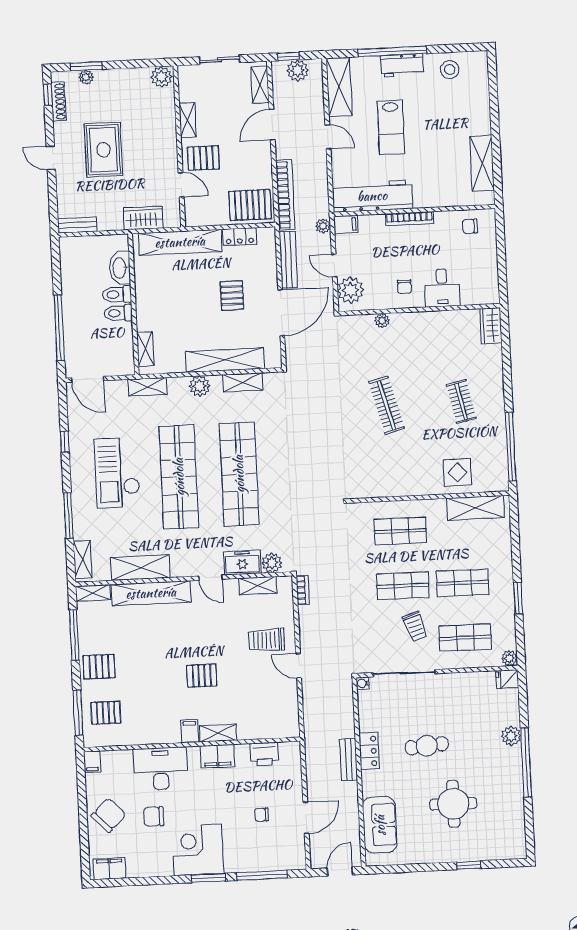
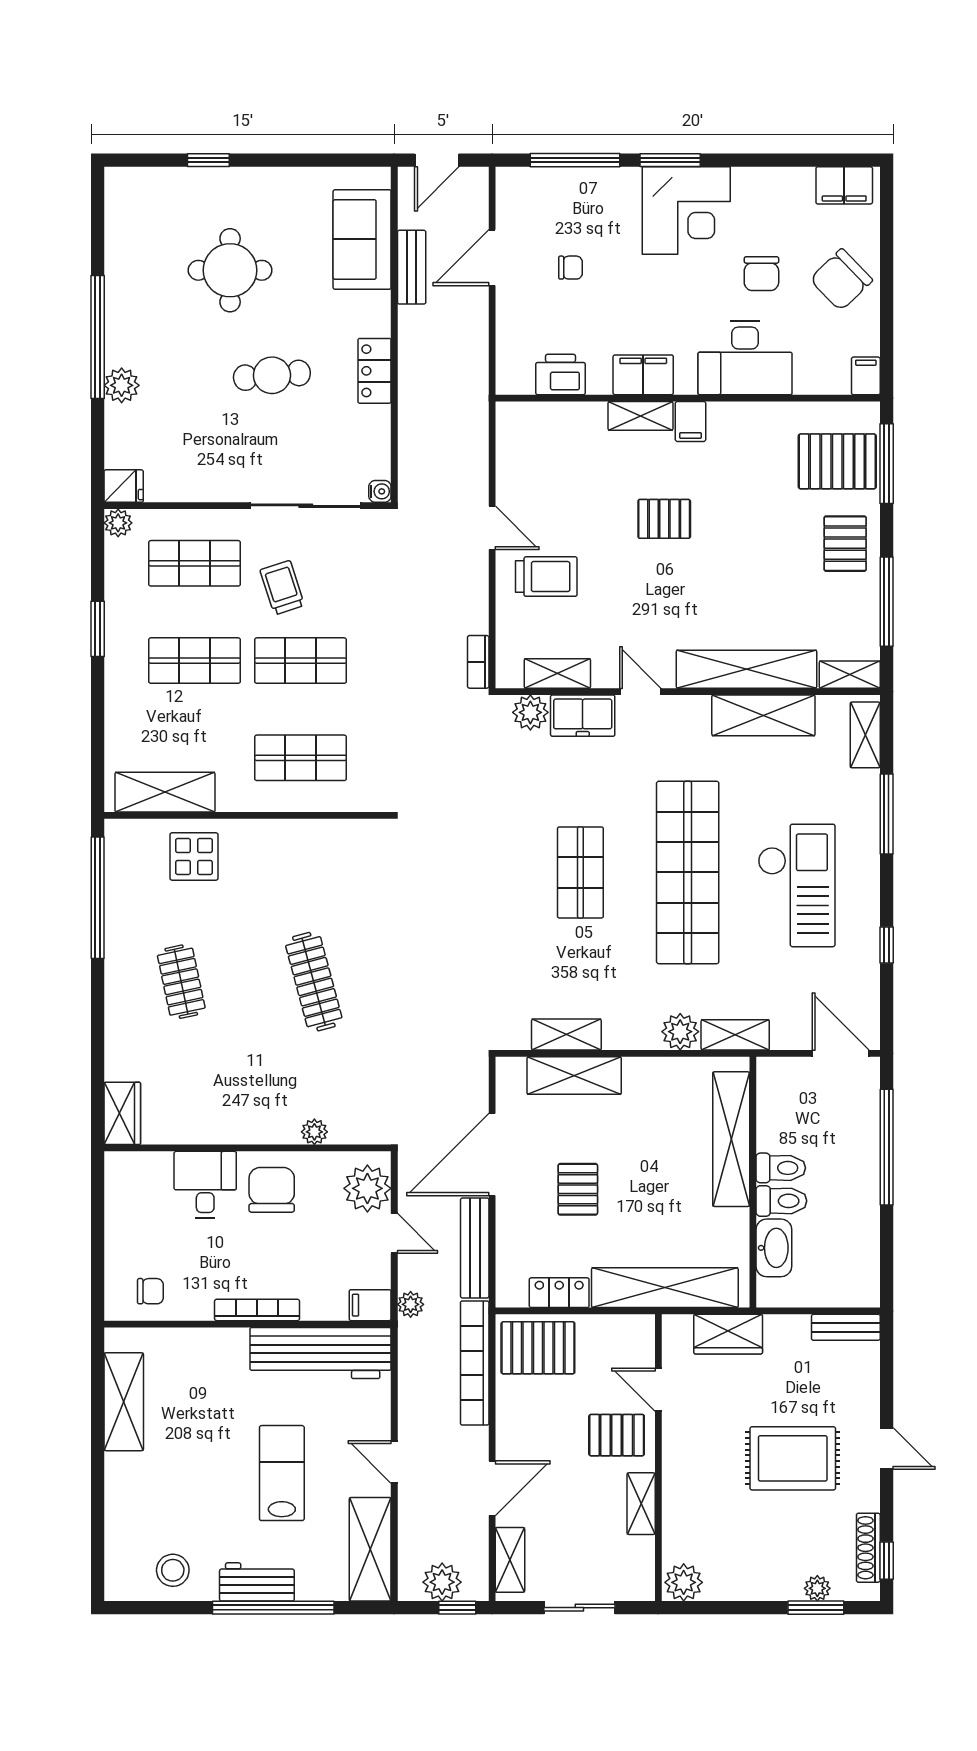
rug: (103, 150) -> (793, 1458), turned 90
chair: (404, 287) -> (272, 1190), width x1.87, depth x1.87
shelving: (145, 349) -> (731, 1139), width x2.20, depth x1.33
shelving: (225, 360) -> (574, 1076), width x0.68
plant: (200, 386) -> (680, 1032), moved
shop shelf: (239, 474) -> (580, 872), width x0.50, depth x0.74
pallet: (99, 667) -> (845, 544), turned 90
pallet: (106, 713) -> (837, 461), width x1.50, depth x1.42
bench: (349, 760) -> (412, 267), moved
chair: (154, 817) -> (761, 274), turned 90

